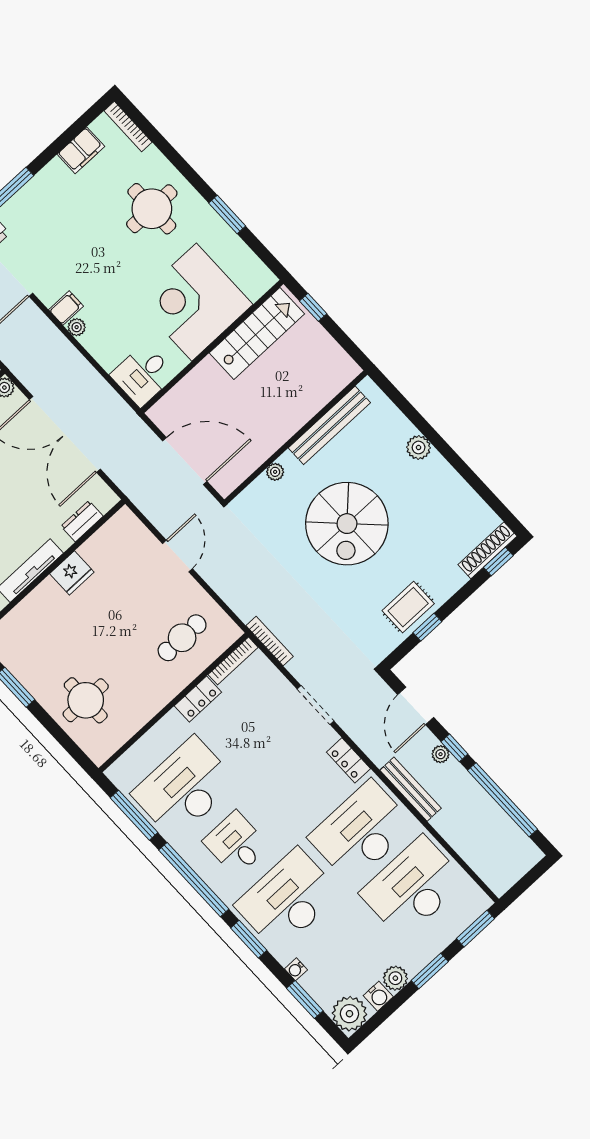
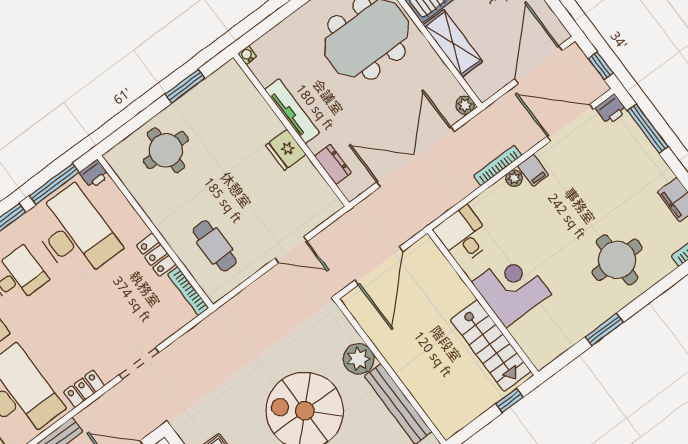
corner desk: (194, 302) -> (511, 288), width x0.74, depth x0.74
plant: (275, 472) -> (359, 359), width x1.88, depth x1.88
bookcase: (270, 641) -> (498, 165), moved, turned 180
printer: (119, 774) -> (94, 174), added

